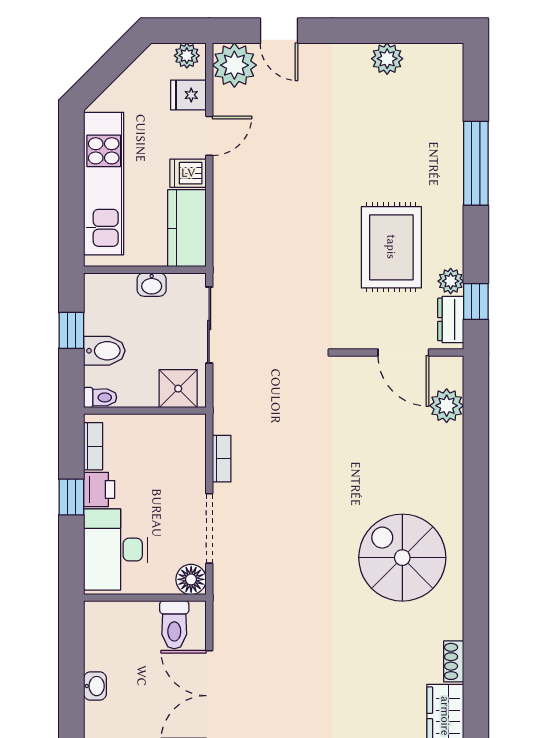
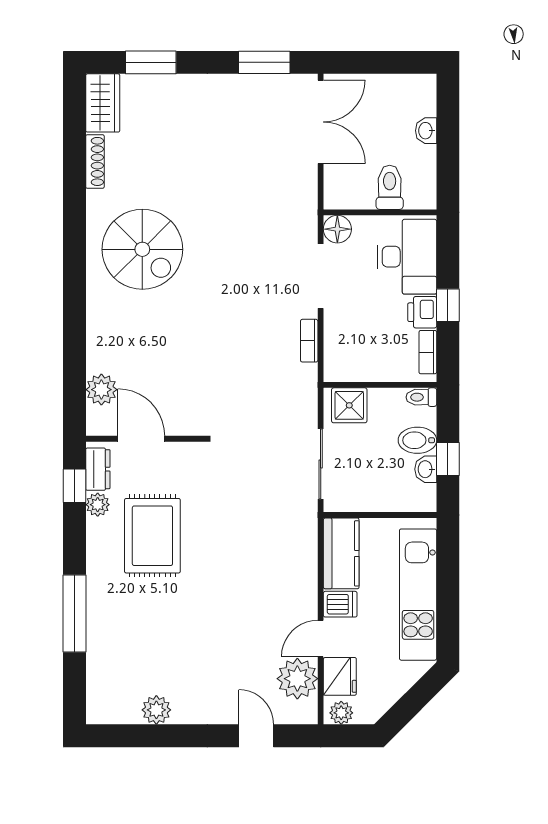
plant: (234, 65) -> (297, 679), moved
fridge: (188, 95) -> (340, 676), width x1.38
washbasin: (152, 285) -> (426, 469), moved, turned -90
toilet: (174, 625) -> (390, 187), moved
shoe rack: (454, 661) -> (95, 161), width x1.43

